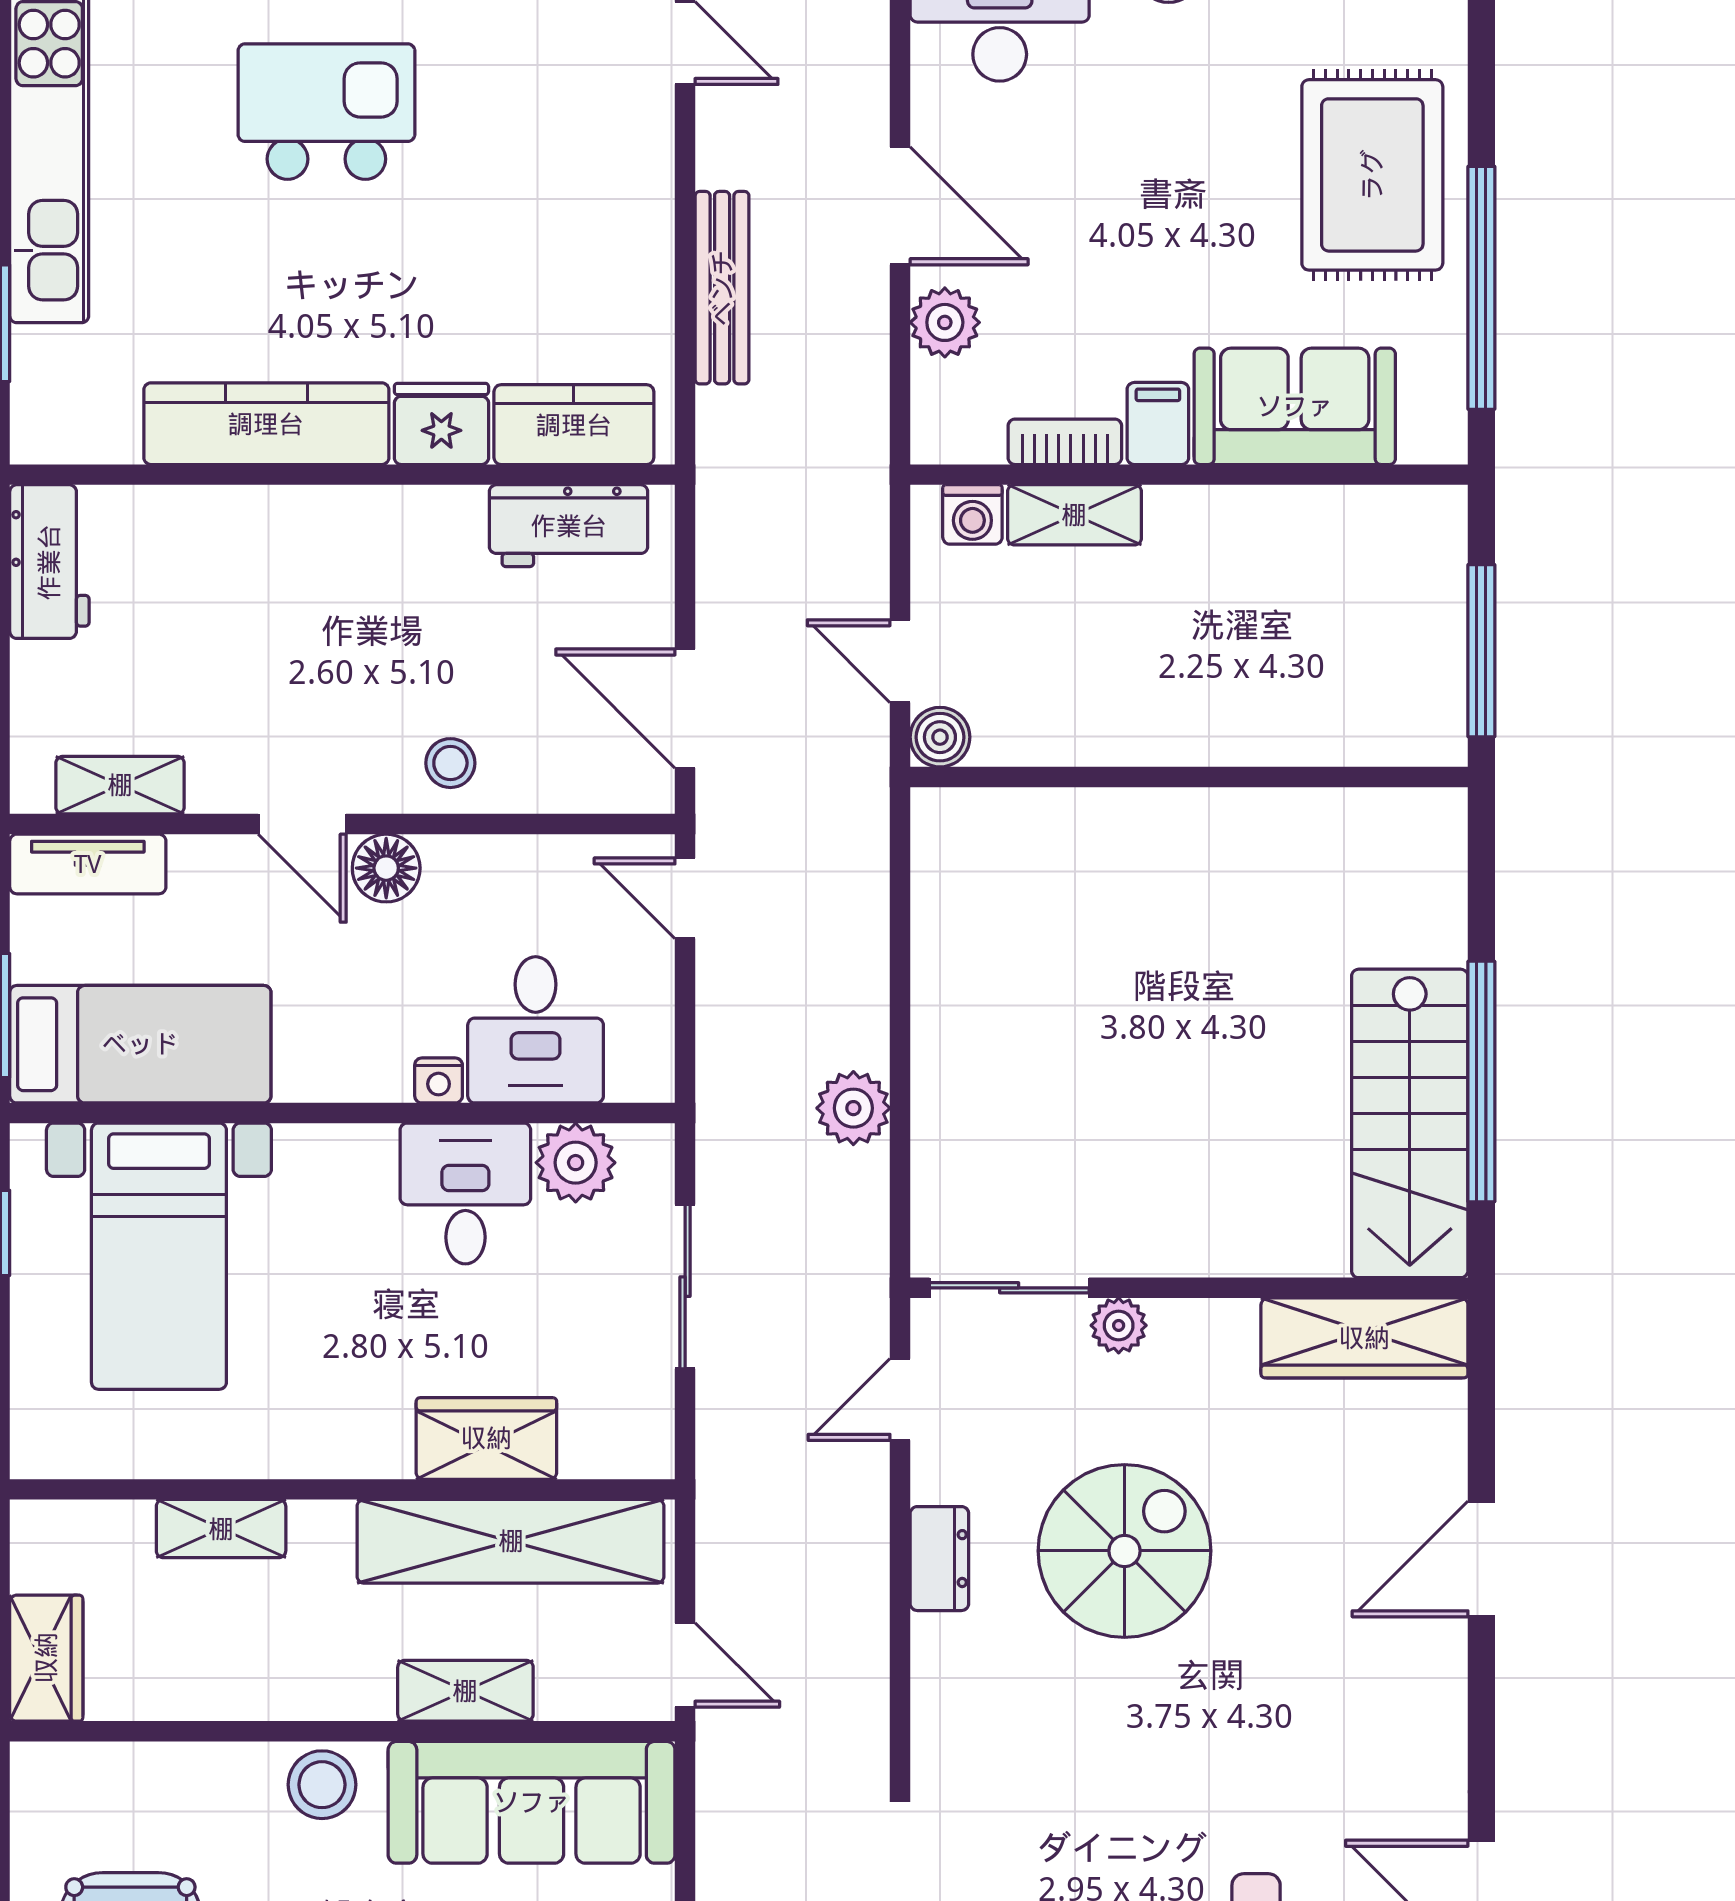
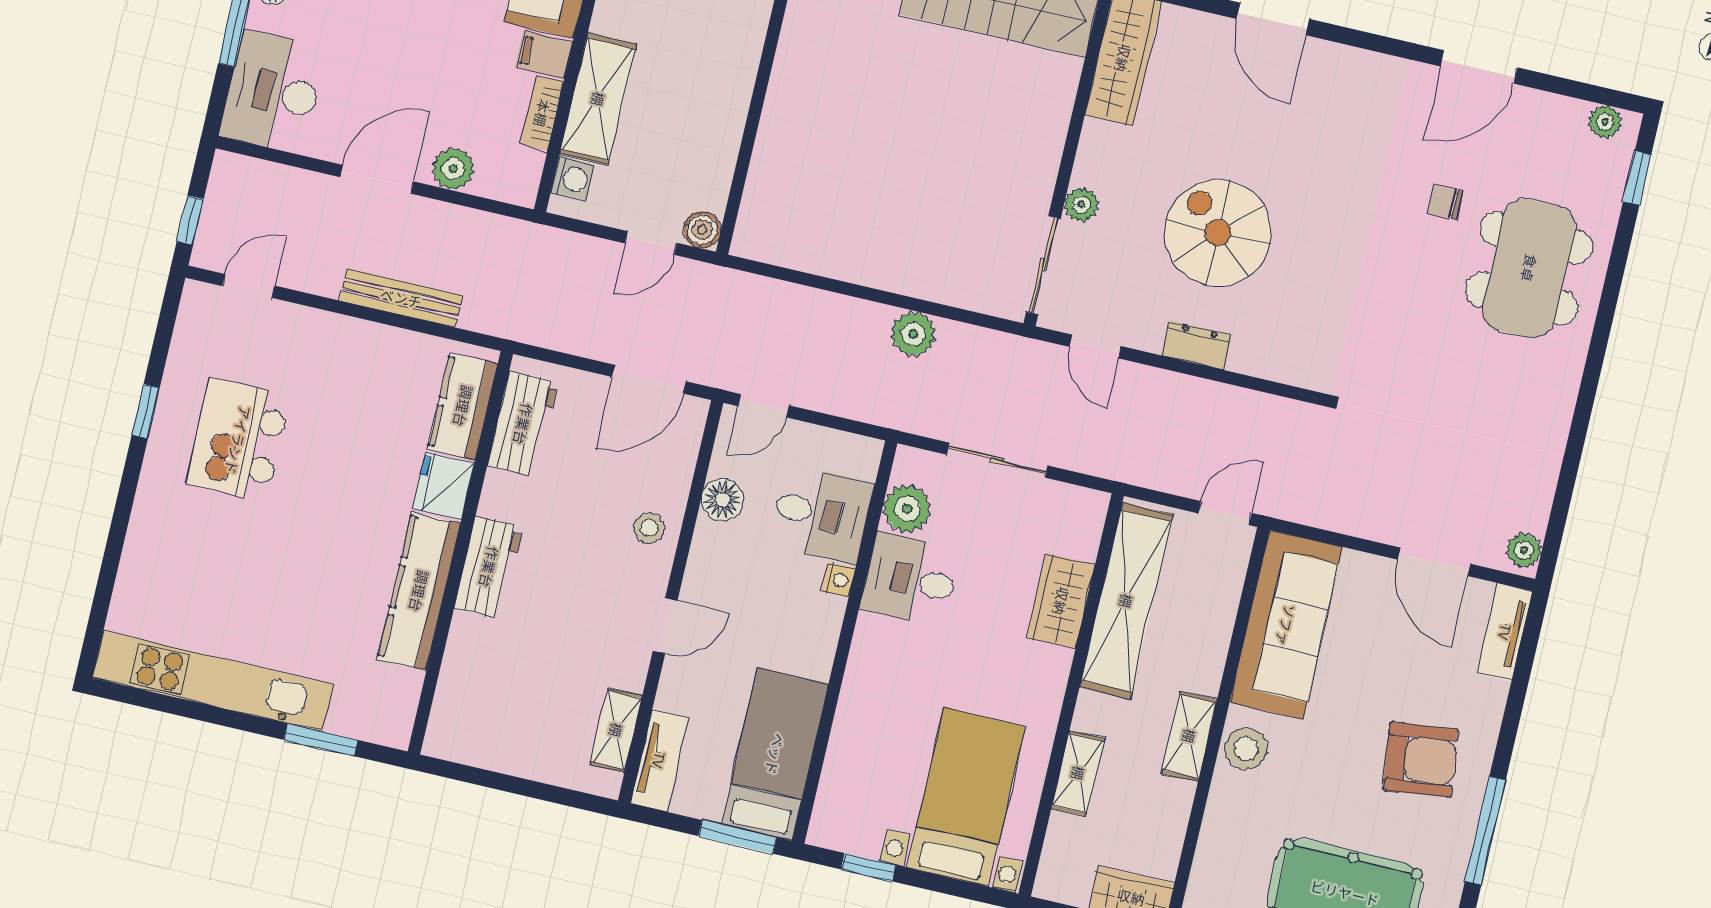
kitchen island: (326, 112) -> (238, 440), moved
shelving: (1074, 515) -> (598, 99), width x1.50, depth x1.33
workbench: (49, 562) -> (489, 567), moved, turned 90
floor lamp: (386, 868) -> (722, 500), moved
bed with nightstands: (159, 1256) -> (966, 797), moved, turned -90
shelving: (465, 1691) -> (1189, 736), moved

